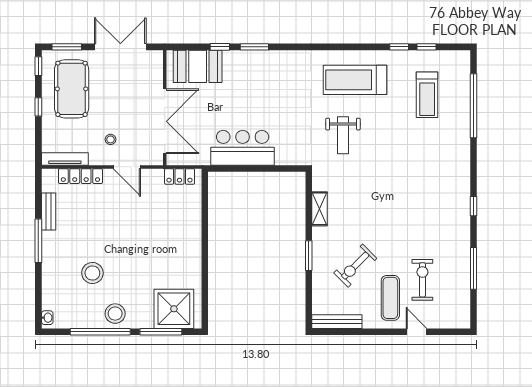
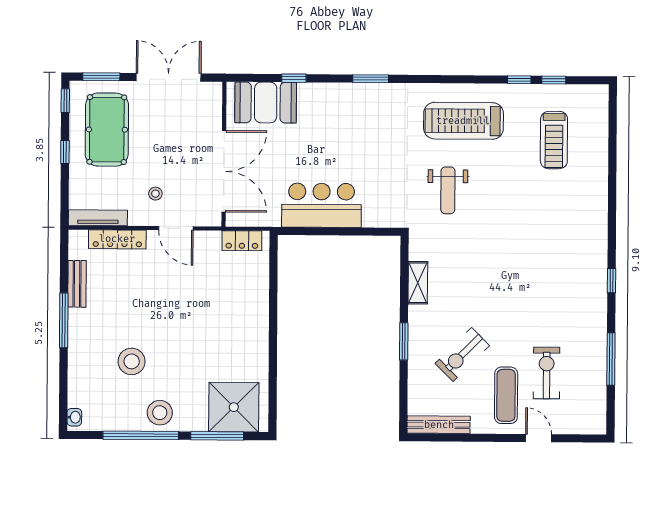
window: (254, 47) -> (371, 79), moved
window: (474, 106) -> (612, 155), removed

